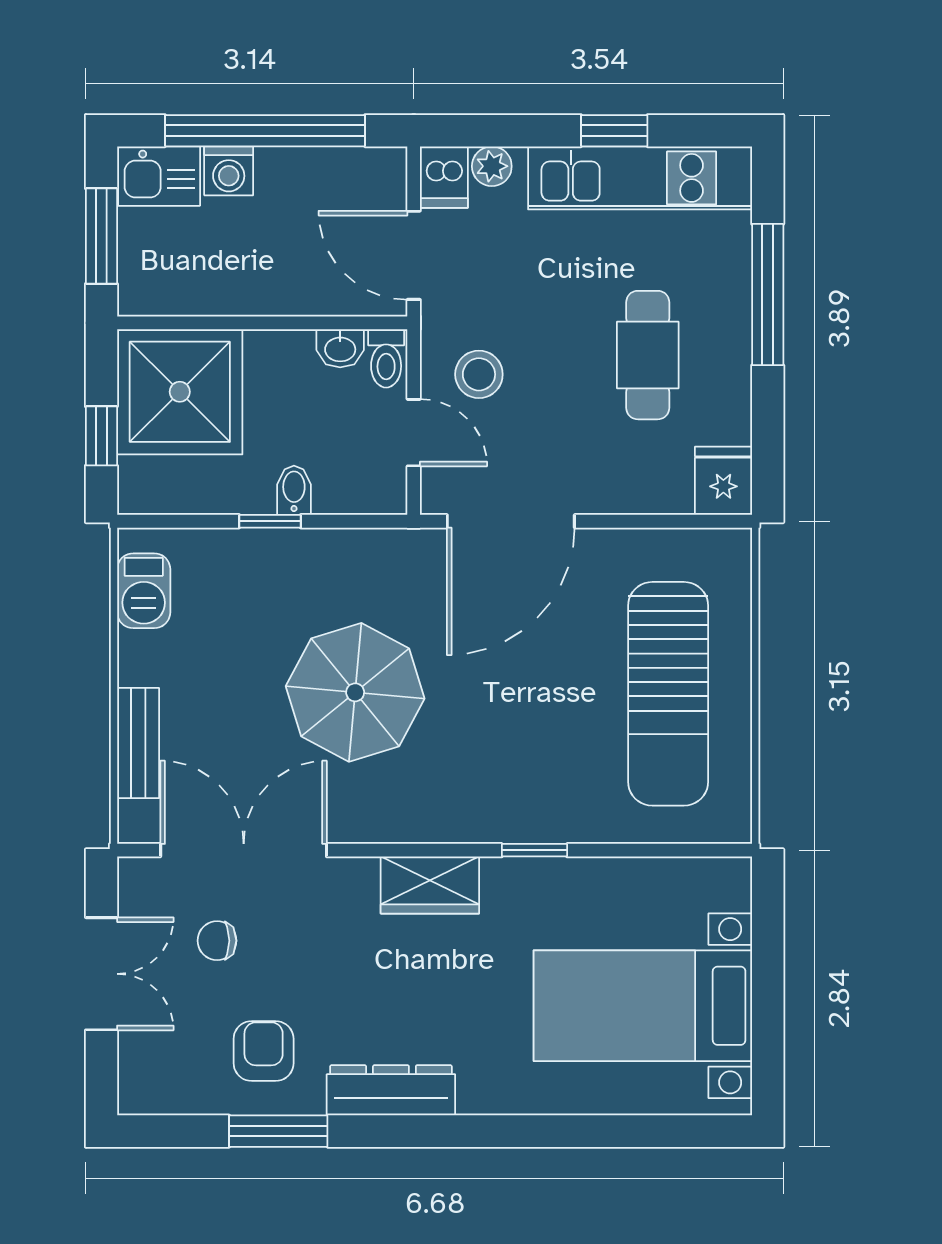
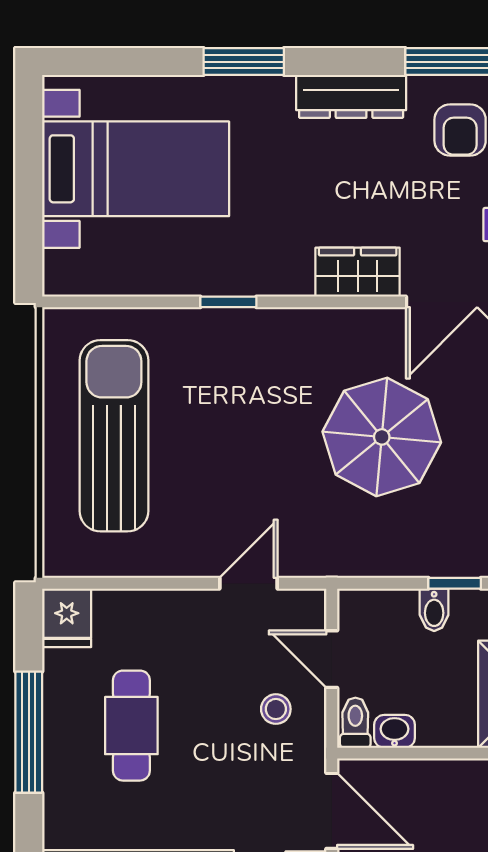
window: (768, 295) -> (29, 732), moved
stool: (479, 374) -> (276, 709), width x0.73, depth x0.73
door: (511, 521) -> (249, 583), width x0.53
wardrobe: (430, 885) -> (358, 272), moved
window: (516, 1131) -> (244, 62), added

